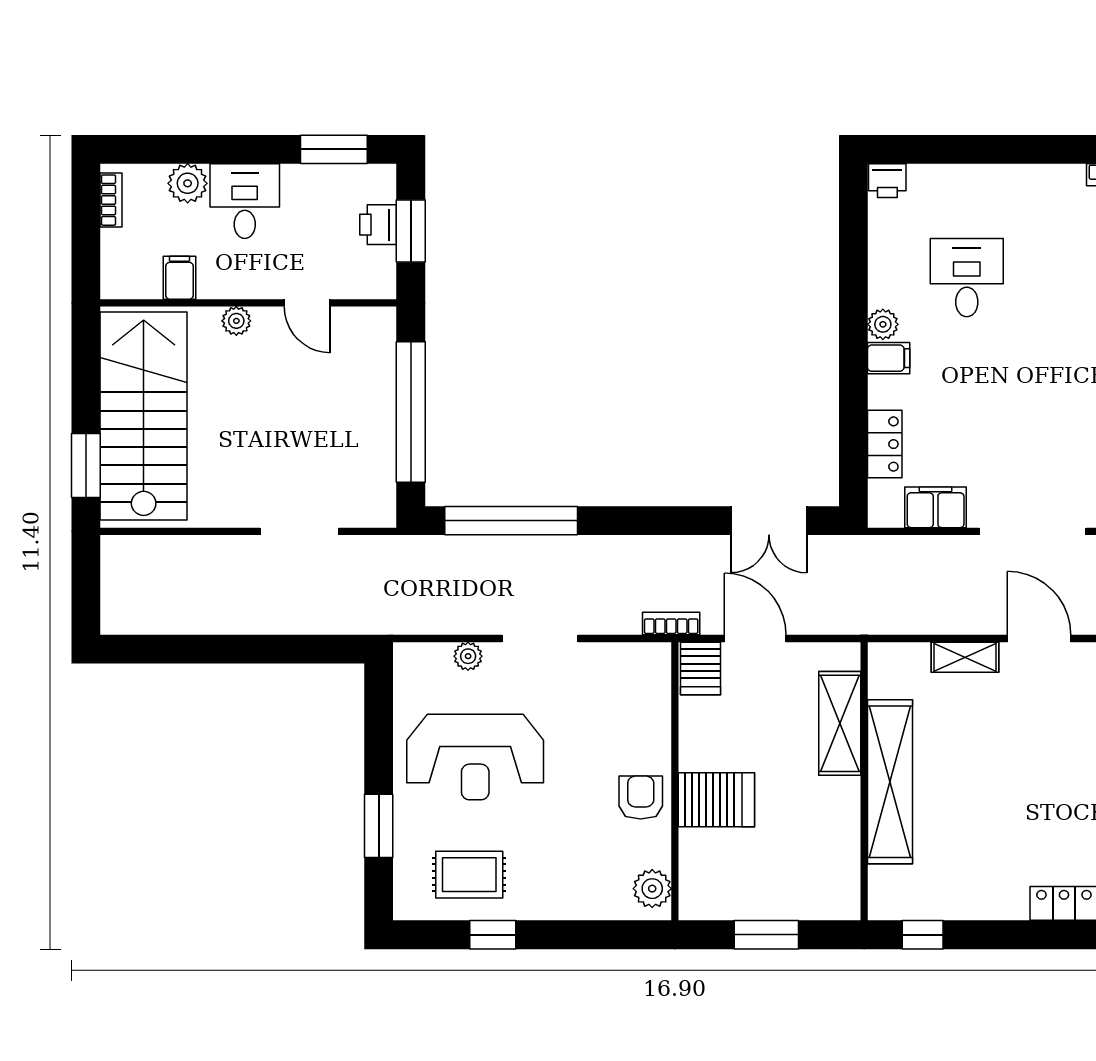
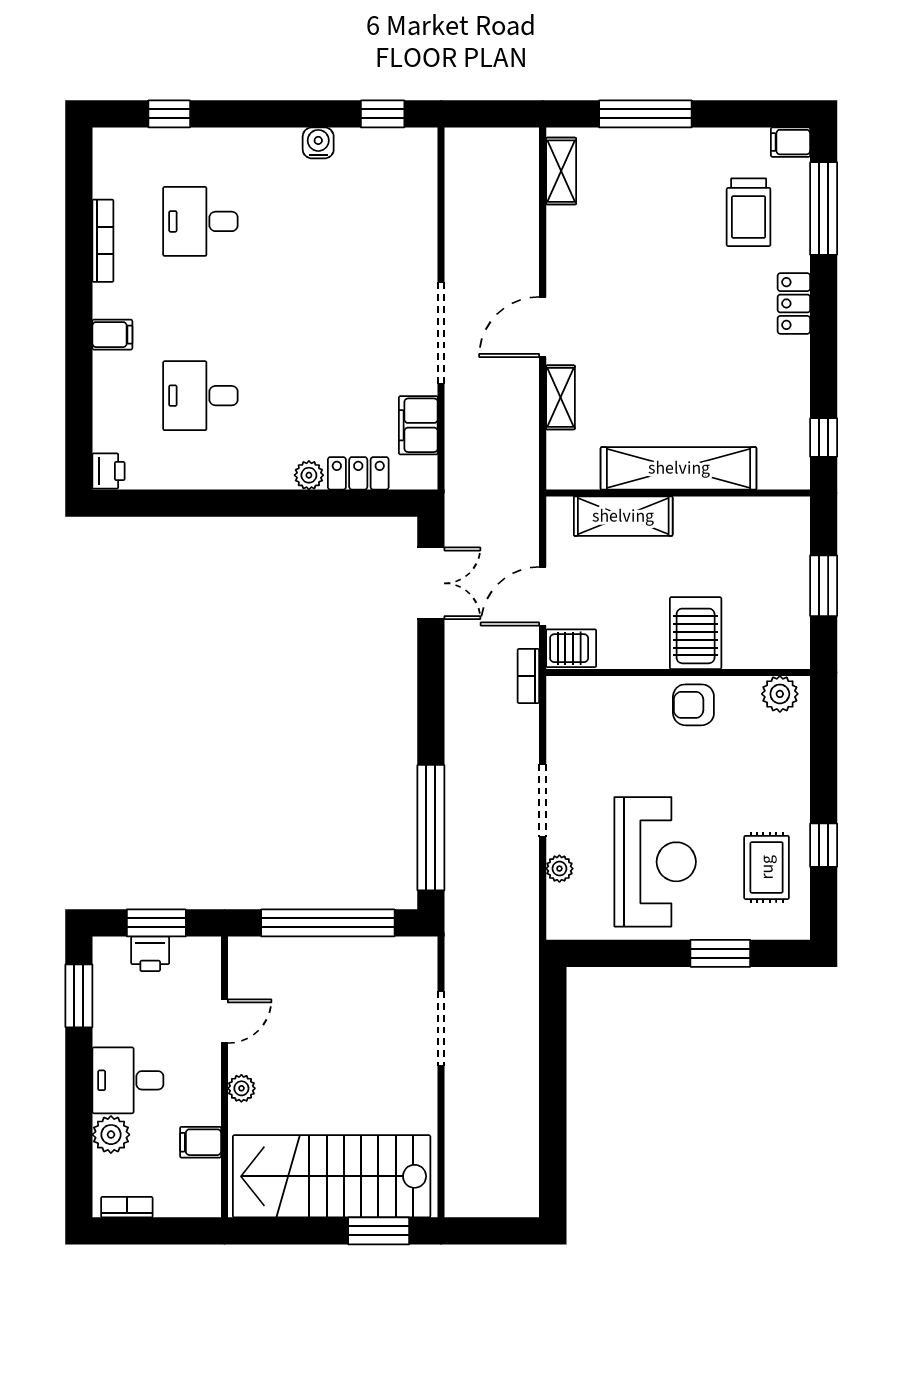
plant: (883, 324) -> (309, 475), moved
filing cabinet: (889, 358) -> (112, 335), moved, turned 90

